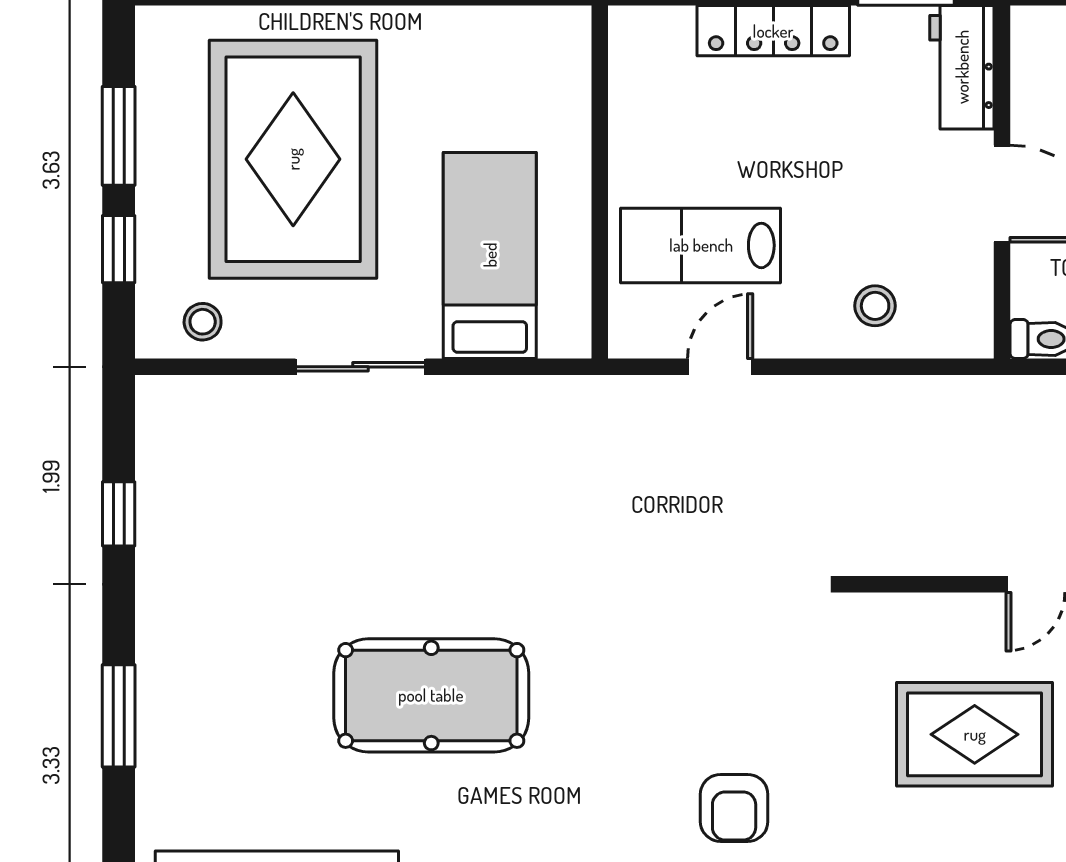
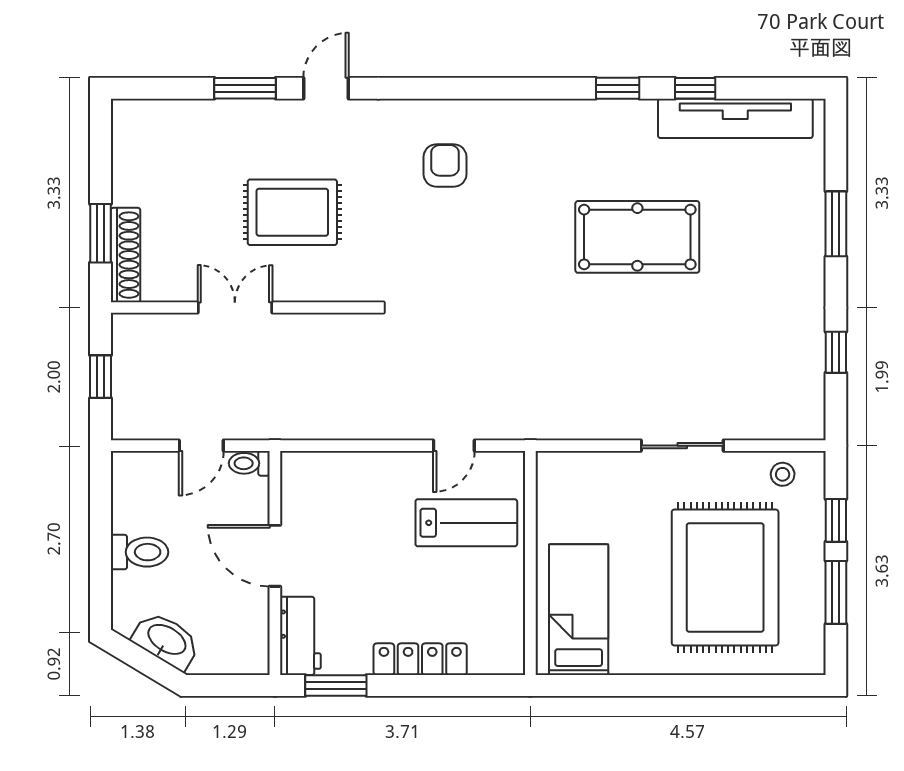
bed: (490, 255) -> (579, 610), moved, turned 180
stool: (875, 306) -> (355, 484), removed

